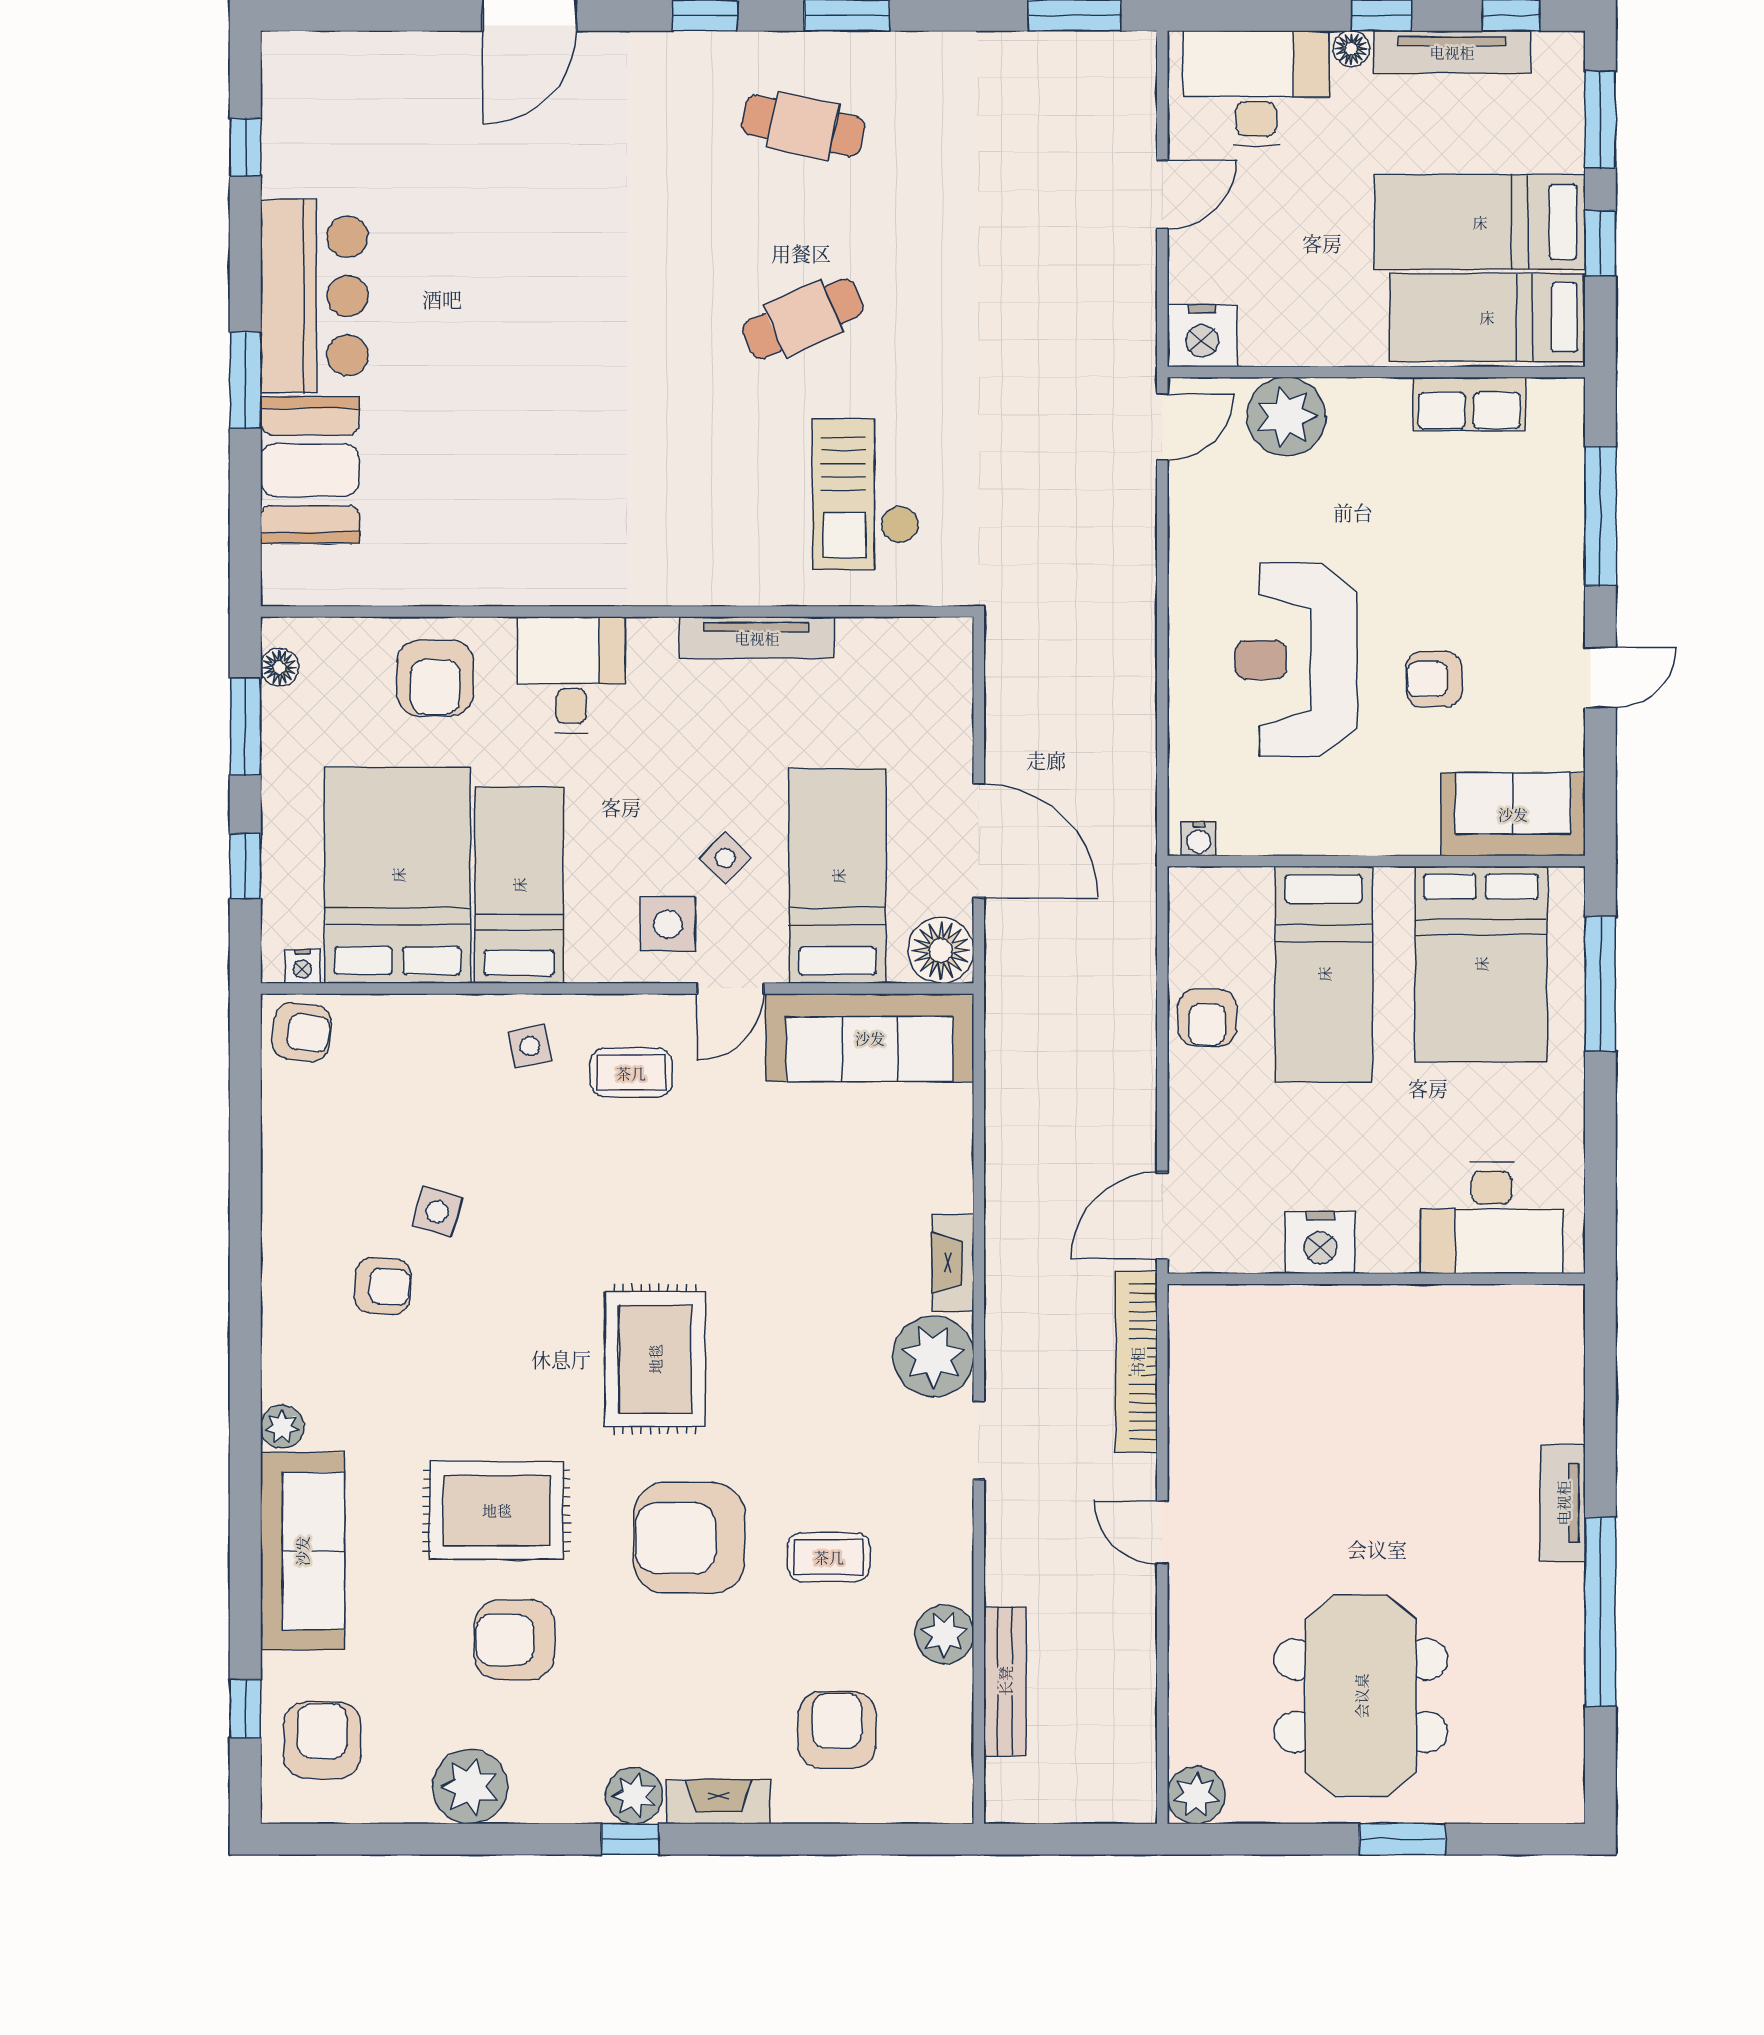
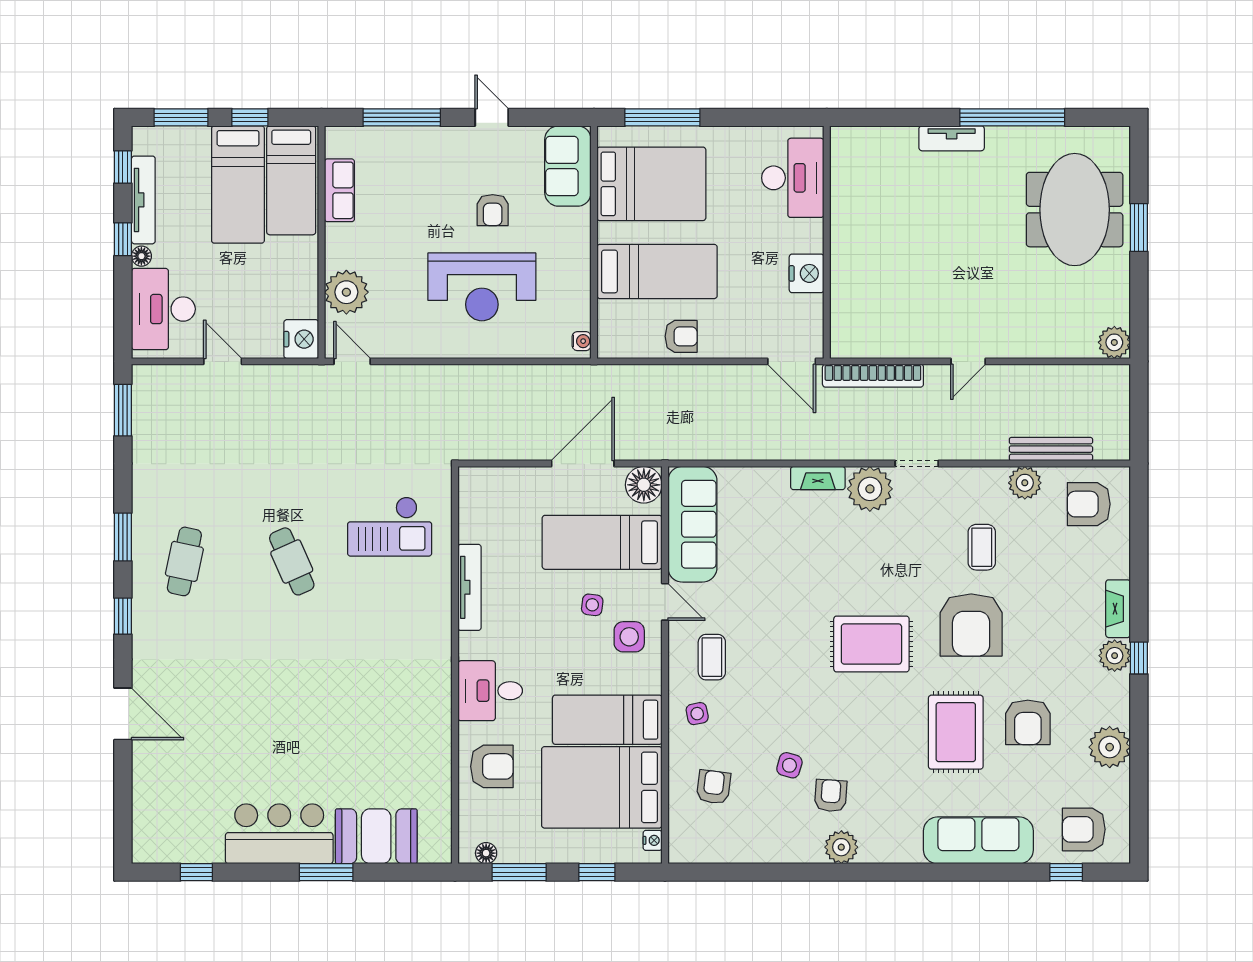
side table: (725, 858) -> (592, 605), turned -37
armchair: (302, 1032) -> (714, 787), moved
plant: (282, 1427) -> (841, 847), moved, width x1.38, depth x1.38
meeting table: (1361, 1696) -> (1075, 210), moved, turned 90
armchair: (837, 1730) -> (1089, 504), moved

